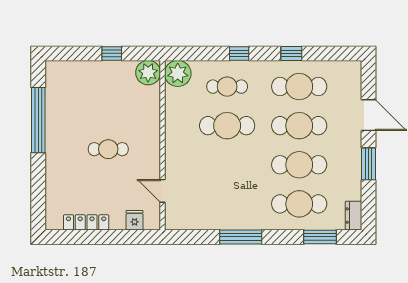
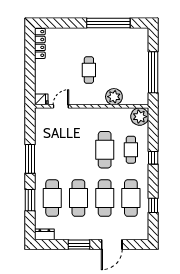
window: (112, 53) -> (153, 72), width x3.17
window: (291, 53) -> (153, 205), moved
plant: (148, 73) -> (114, 97), moved
fridge: (135, 220) -> (41, 99), moved
locker: (86, 222) -> (40, 43), moved
window: (320, 237) -> (30, 200), moved

